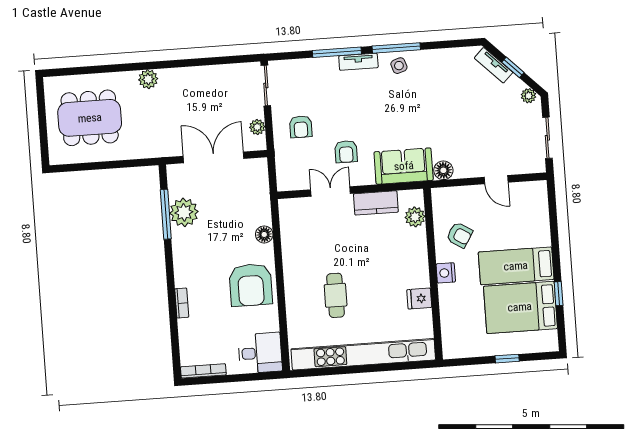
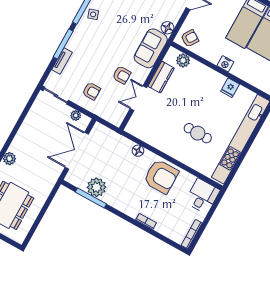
tv unit: (358, 62) -> (62, 61), moved
armchair: (460, 235) -> (190, 38), moved

